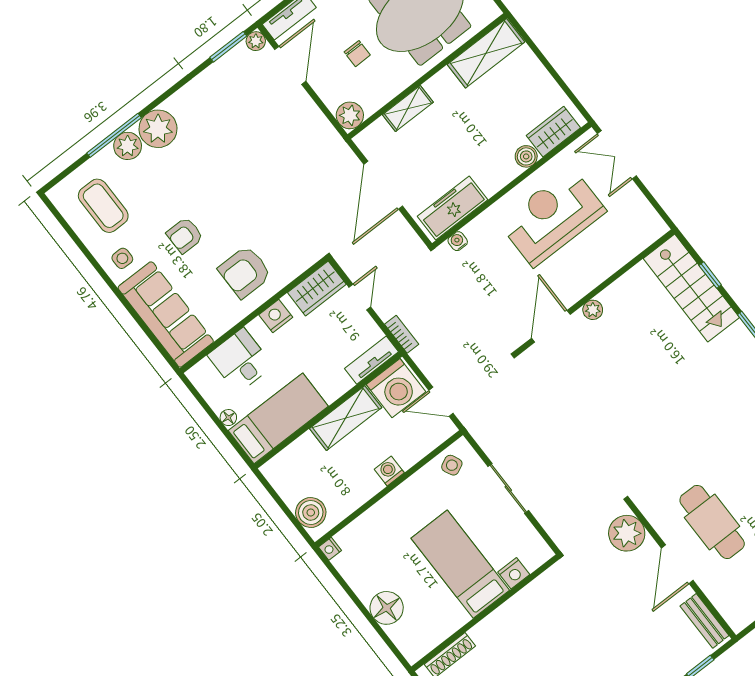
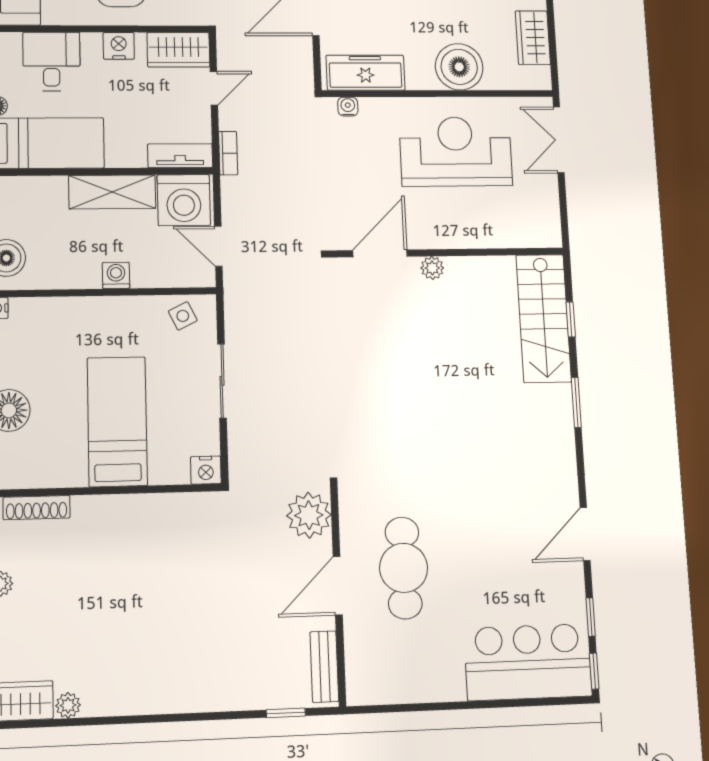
wardrobe: (553, 132) -> (533, 38), moved, turned -90
boiler: (526, 156) -> (459, 67), width x1.86, depth x1.86
nightstand: (514, 573) -> (206, 470), moved

